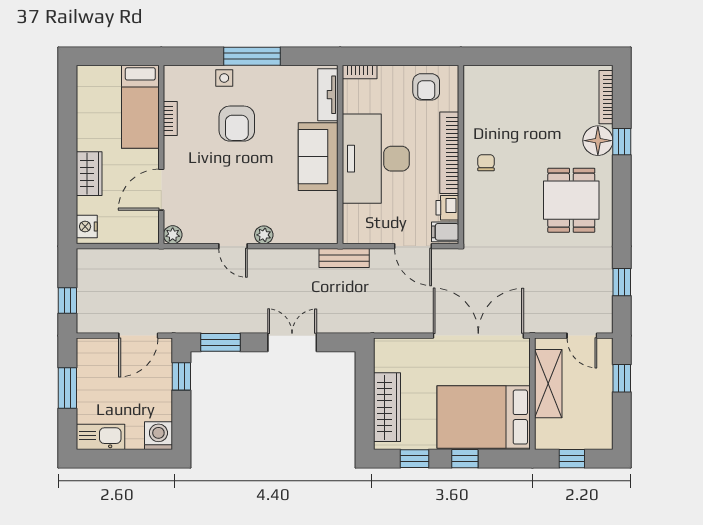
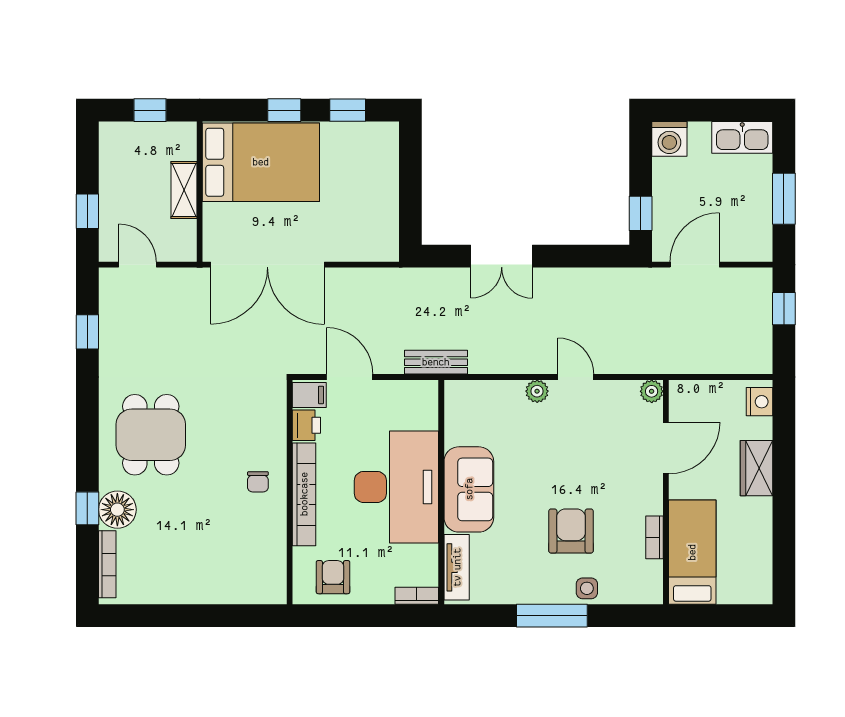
window: (221, 342) -> (591, 256), removed
shelving: (548, 384) -> (184, 190), width x0.67, depth x0.75
wardrobe: (387, 407) -> (382, 175), removed

